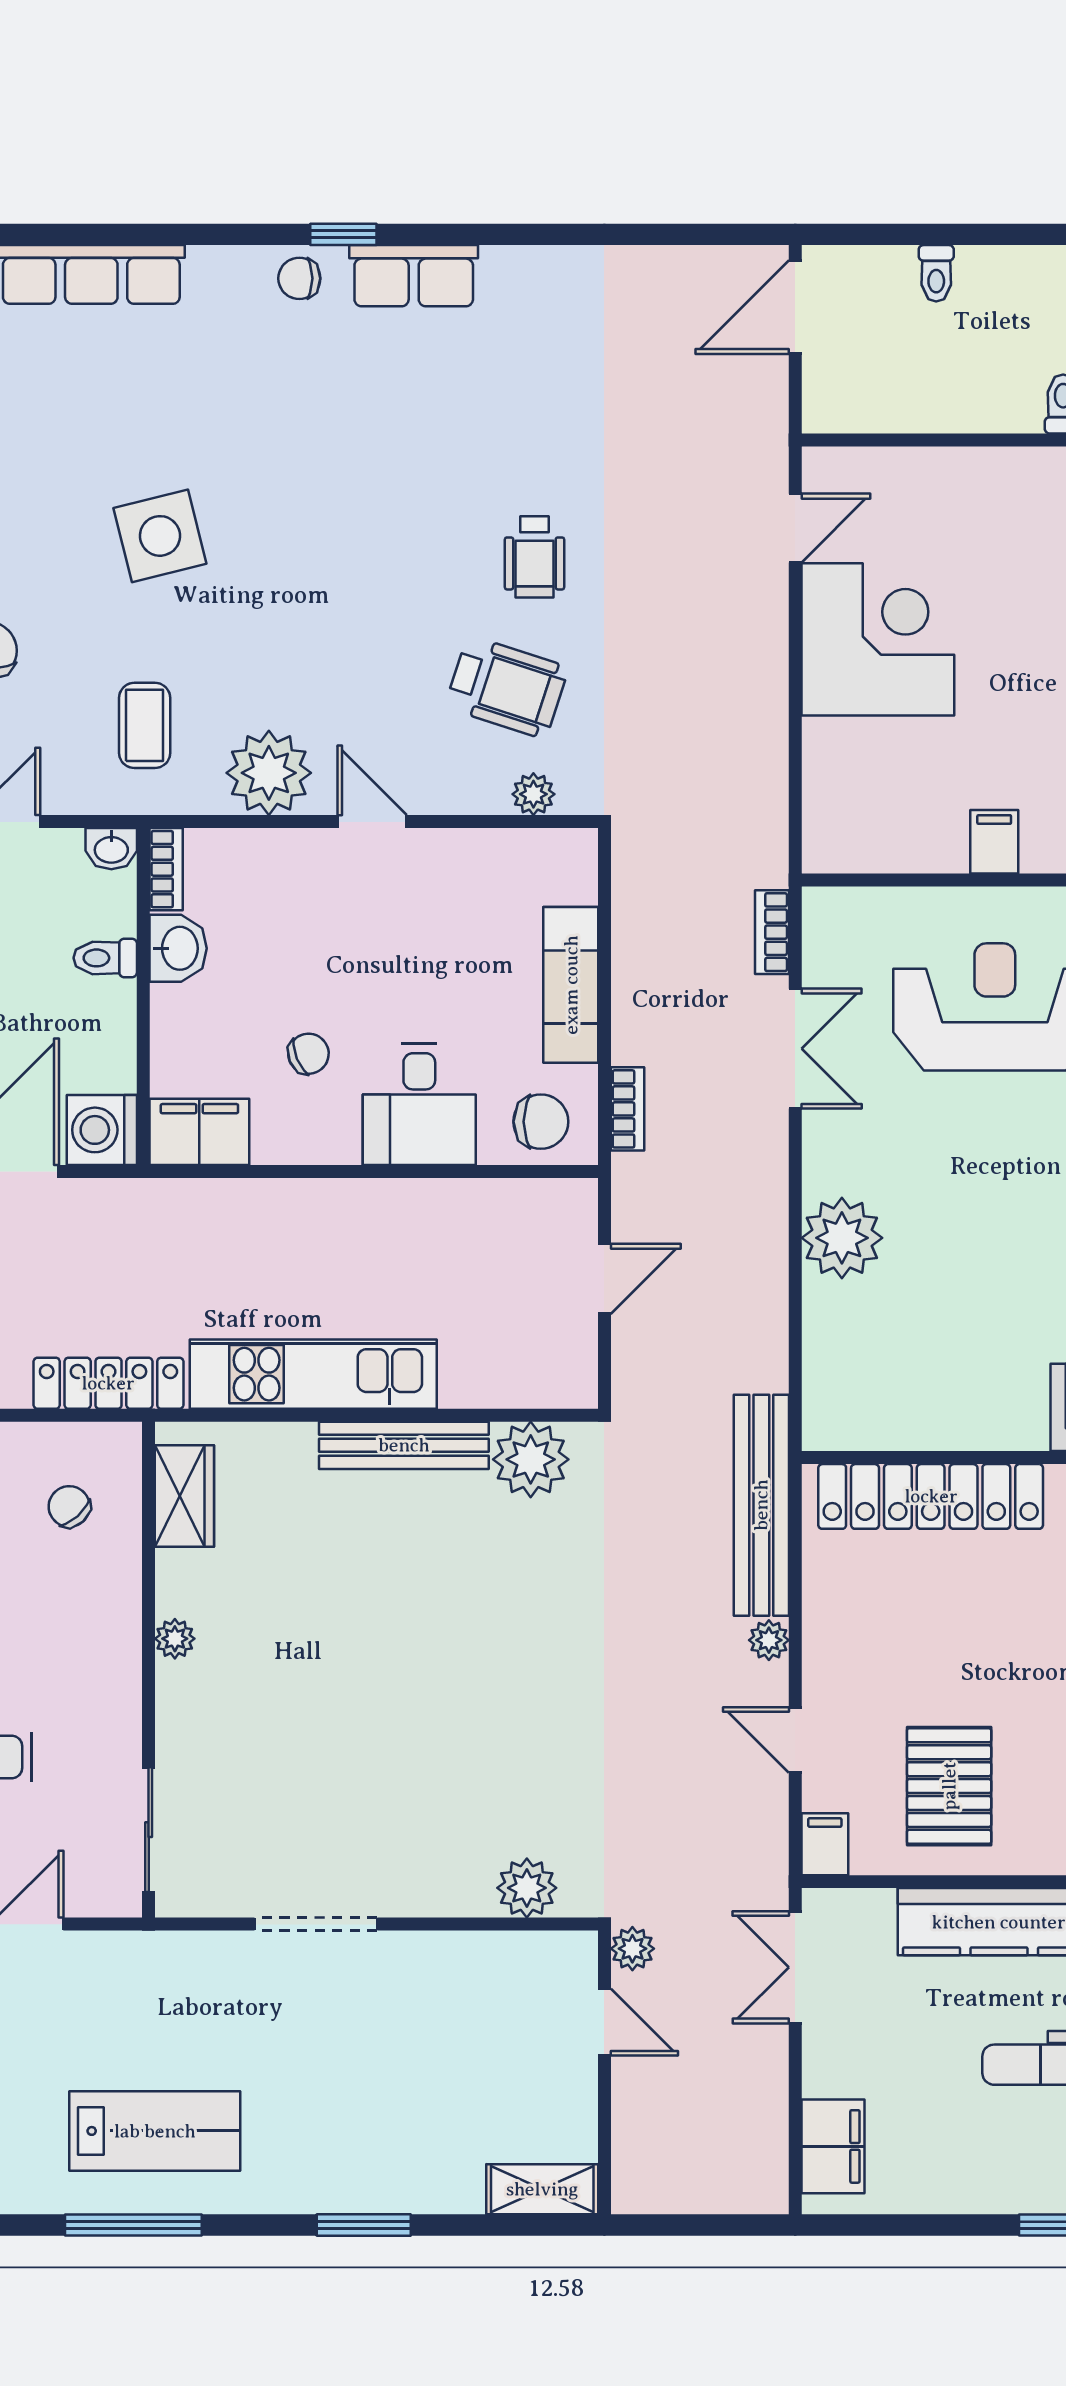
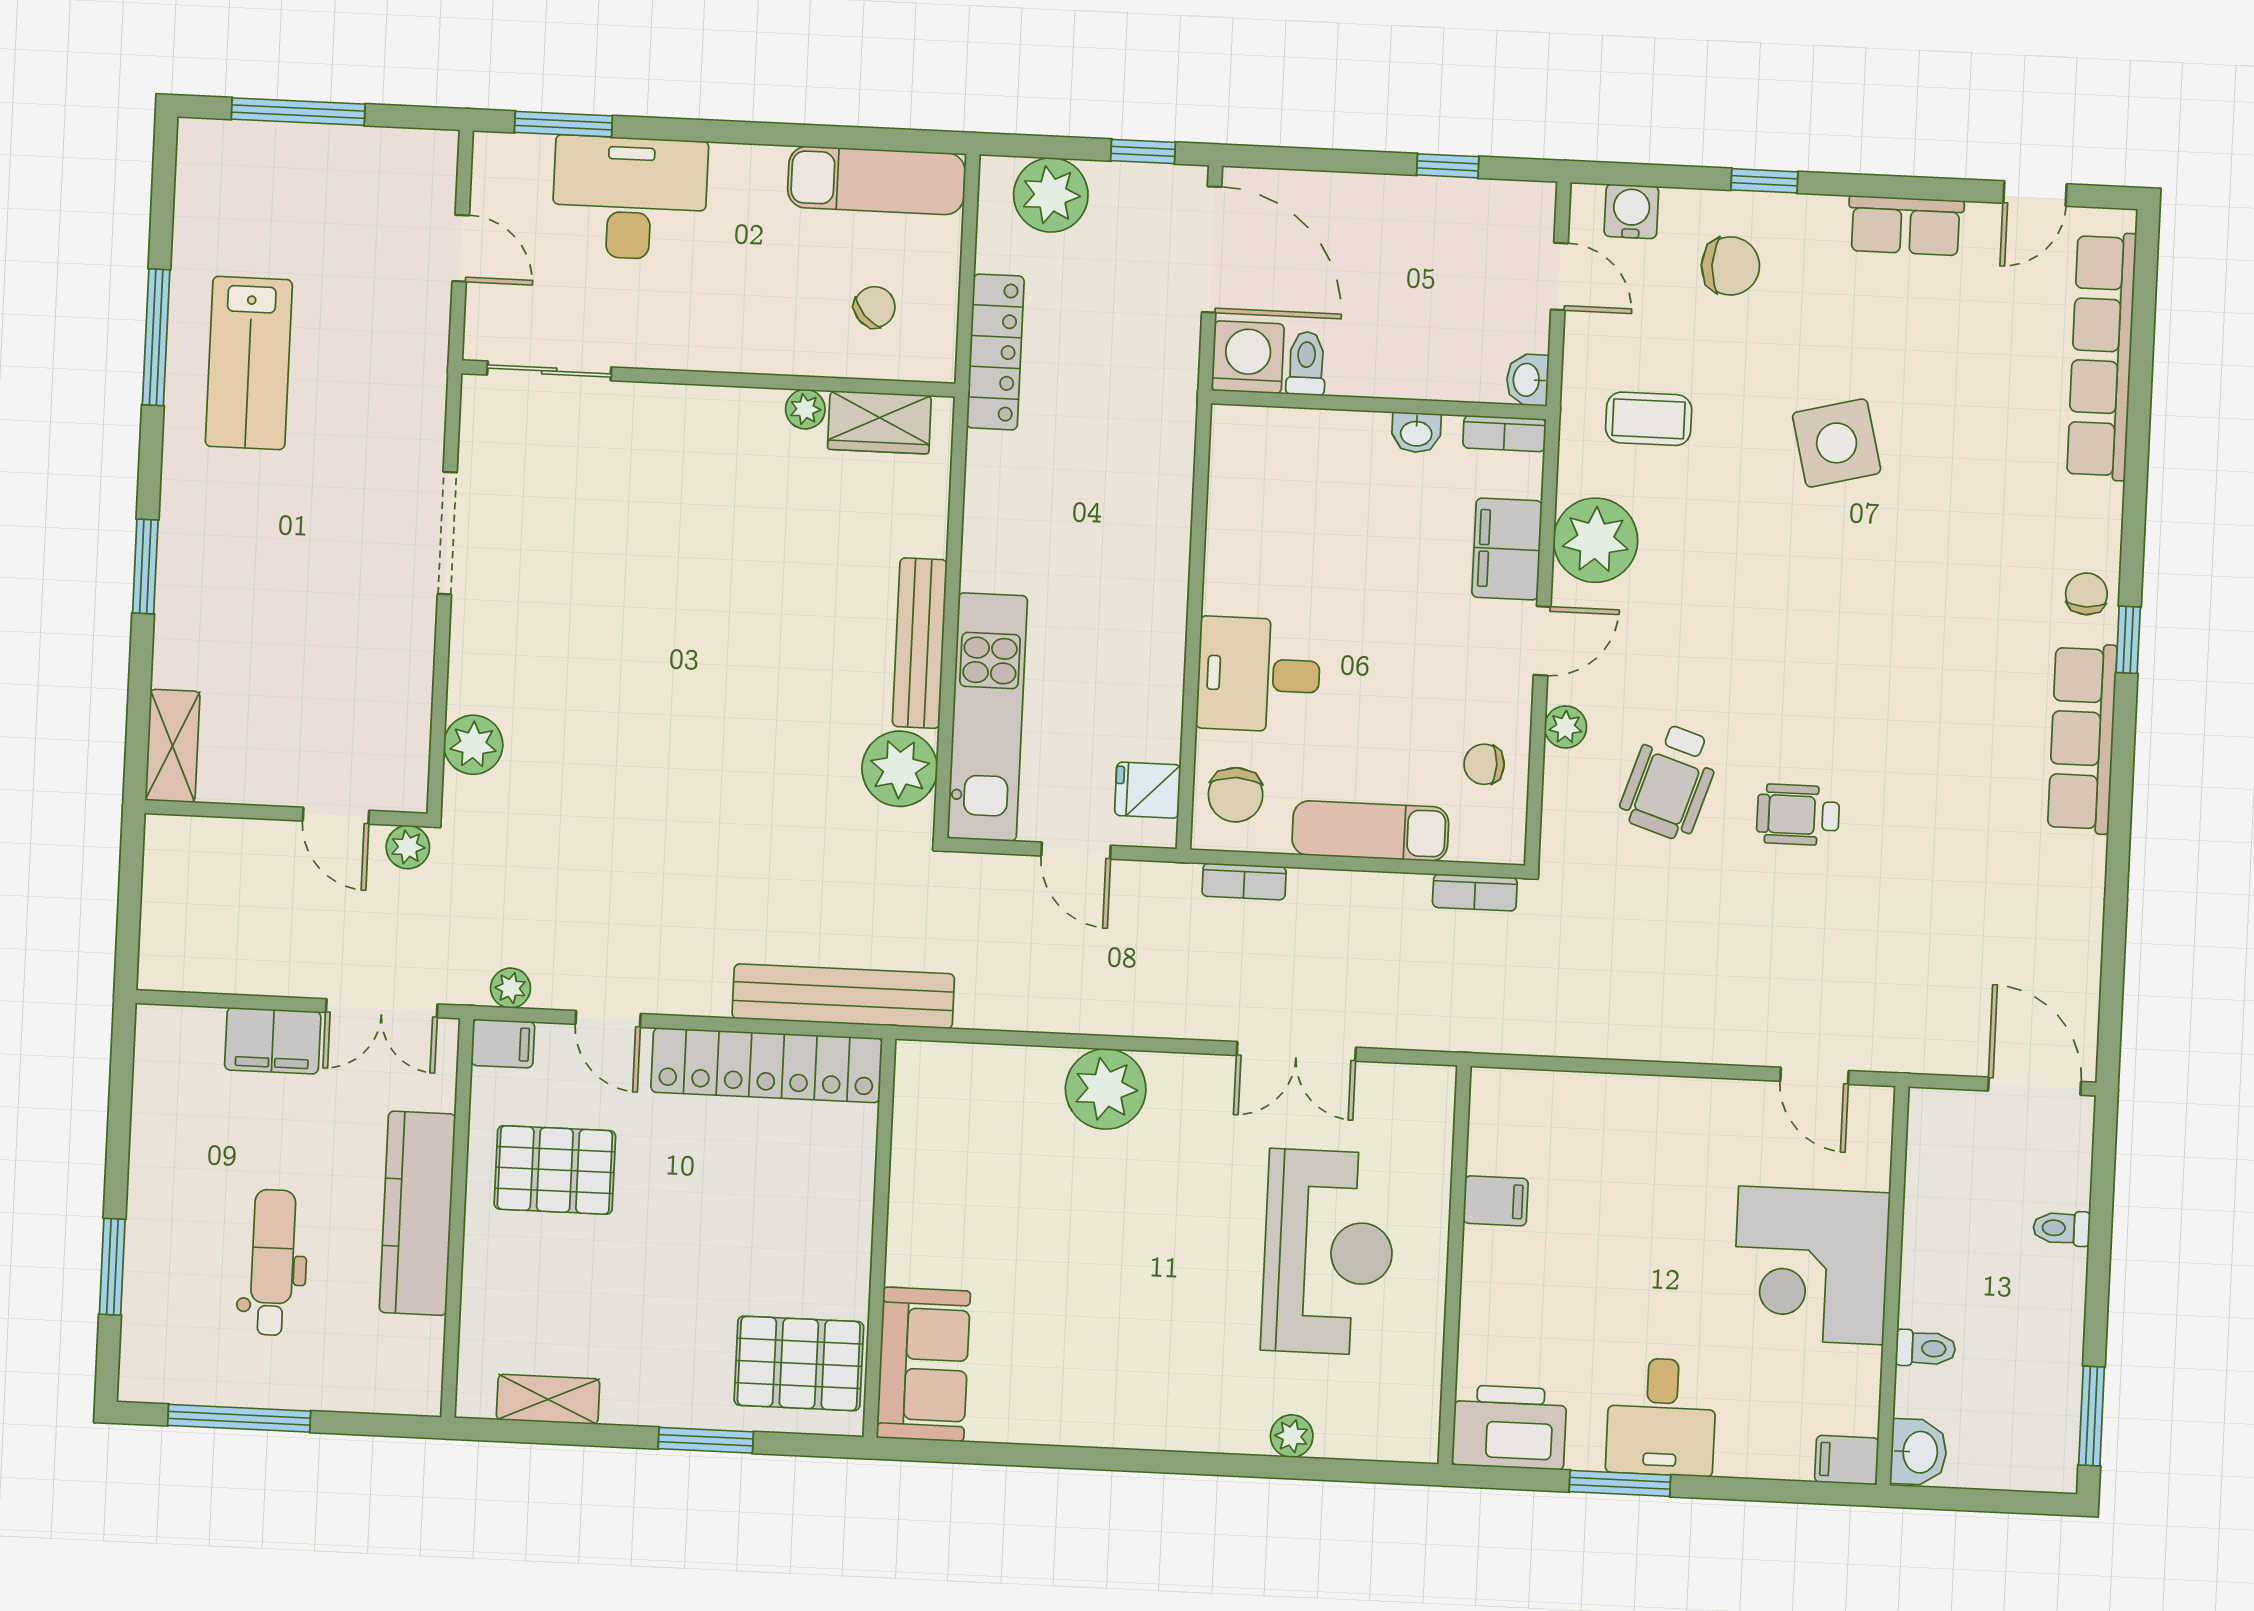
row of seats: (414, 276) -> (2082, 738), width x1.48
corner desk: (878, 639) -> (1811, 1265), moved, turned 90
plant: (533, 794) -> (1566, 727), moved
filing cabinet: (994, 842) -> (1496, 1201), moved
bookcase: (772, 932) -> (1475, 893), moved, turned 180
washbasin: (178, 948) -> (1416, 433), width x0.72, depth x0.69
toilet: (105, 958) -> (1306, 363), moved
chair: (308, 1054) -> (1484, 764), moved, turned 112
filing cabinet: (199, 1132) -> (1507, 549), moved, turned 180
fridge: (540, 1210) -> (1148, 790), added
kitchen unit: (313, 1374) -> (987, 717), moved
locker: (931, 1496) -> (767, 1065), moved, turned -90
plant: (175, 1639) -> (805, 409), moved
plant: (769, 1640) -> (511, 988), moved
door: (795, 1740) -> (608, 1019), swing flipped
double door: (795, 1967) -> (382, 1008), swing flipped
door: (604, 2022) -> (336, 816), hinge flipped
filing cabinet: (833, 2146) -> (273, 1041), moved

